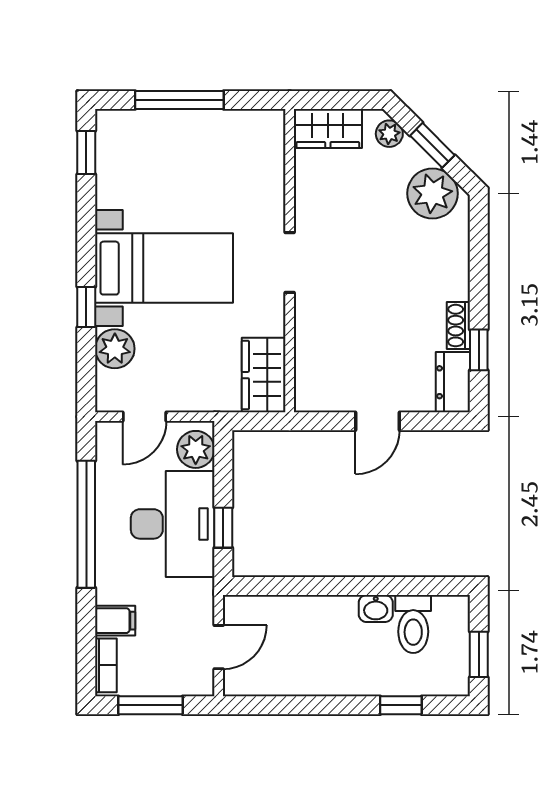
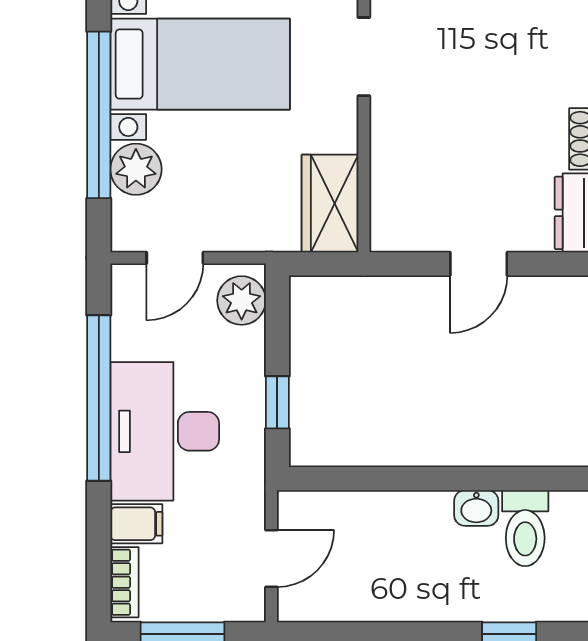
window: (86, 307) -> (99, 115), width x3.17
desk: (173, 524) -> (165, 431), moved, turned 180

